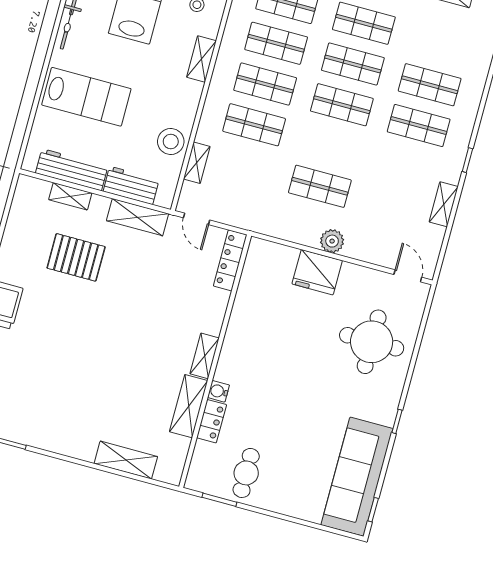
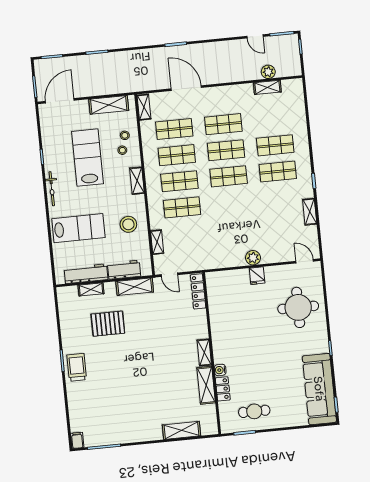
stool: (171, 142) -> (128, 224), moved
shop shelf: (320, 186) -> (234, 229), removed
fridge: (317, 272) -> (257, 276), width x0.53, depth x0.75
cafe table: (246, 473) -> (254, 411), turned 90

